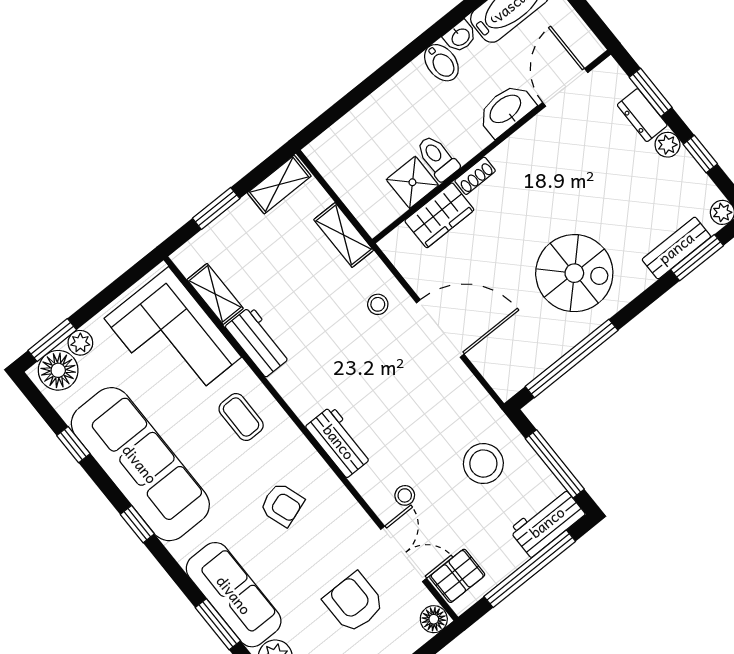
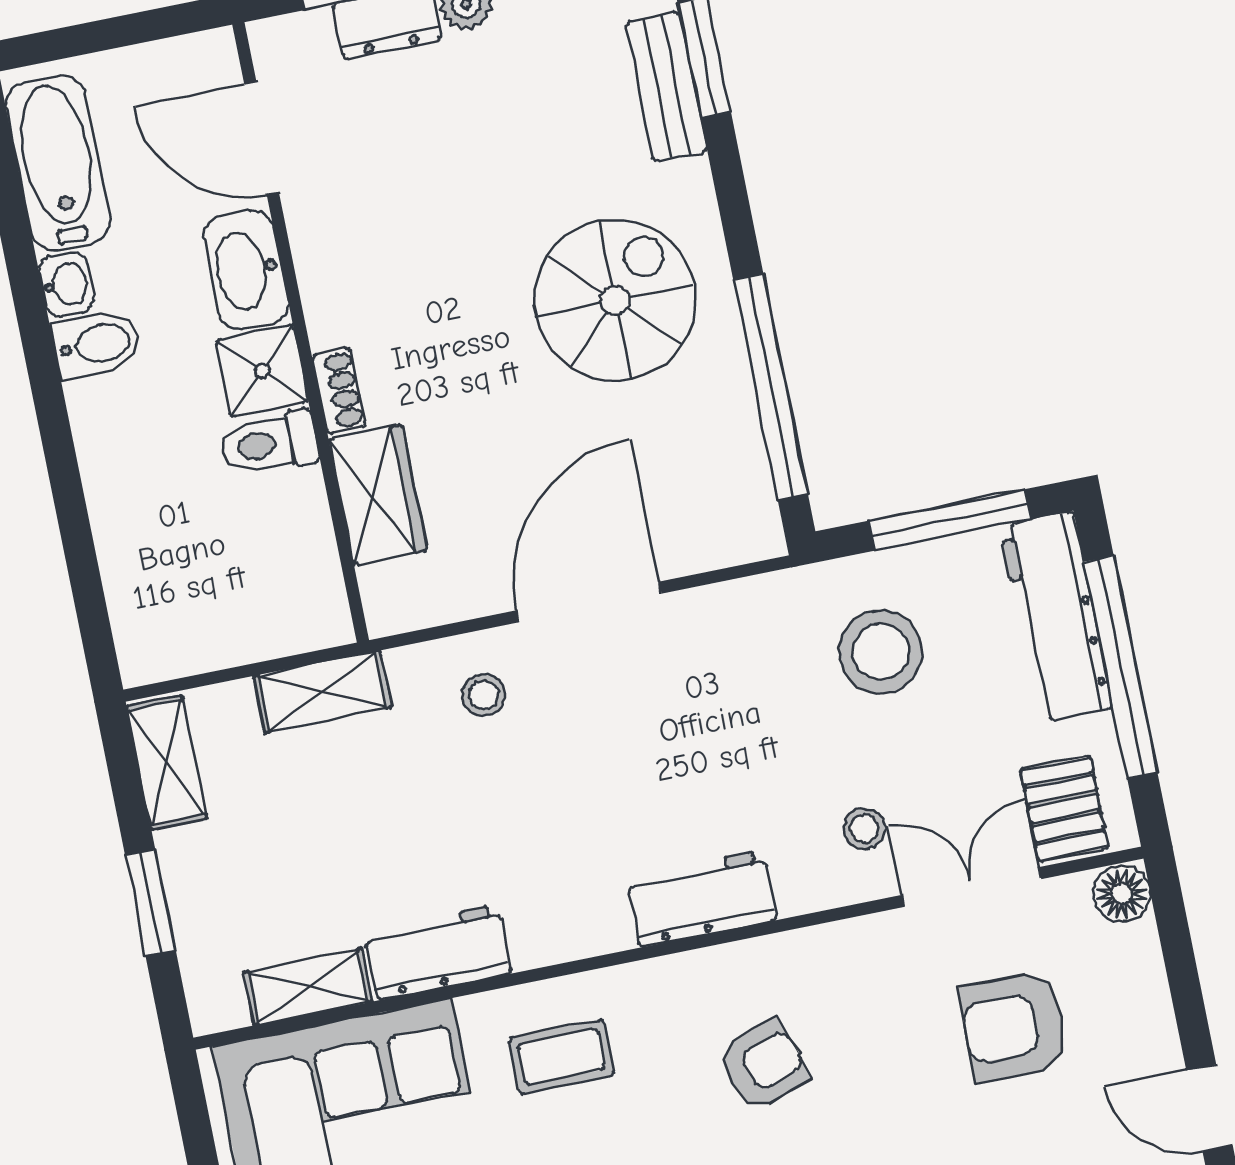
shower: (412, 182) -> (262, 371), moved
workbench: (547, 522) -> (1056, 617), width x1.38

